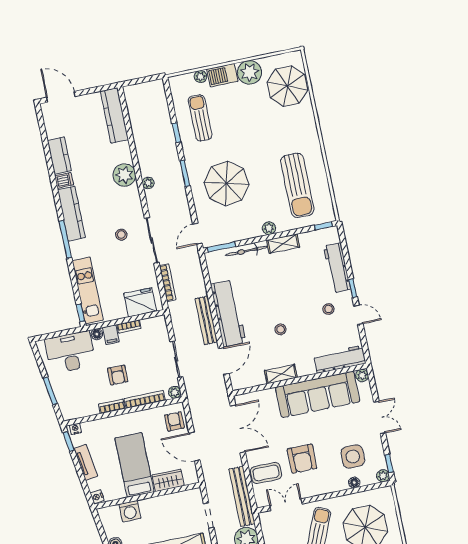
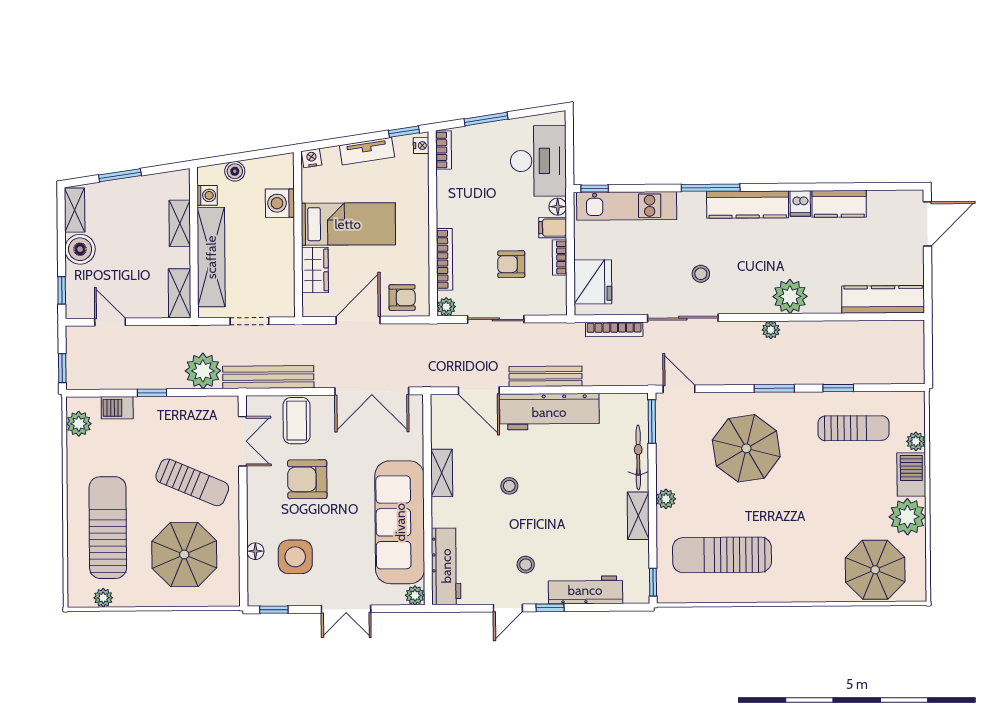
armchair: (118, 375) -> (511, 264), moved
bookcase: (112, 406) -> (444, 150), moved
plant: (383, 476) -> (257, 597), removed

